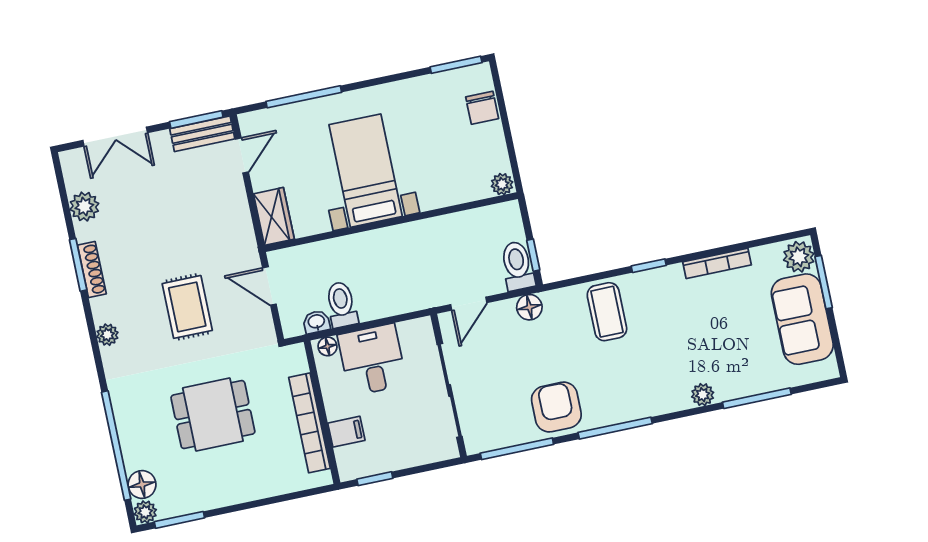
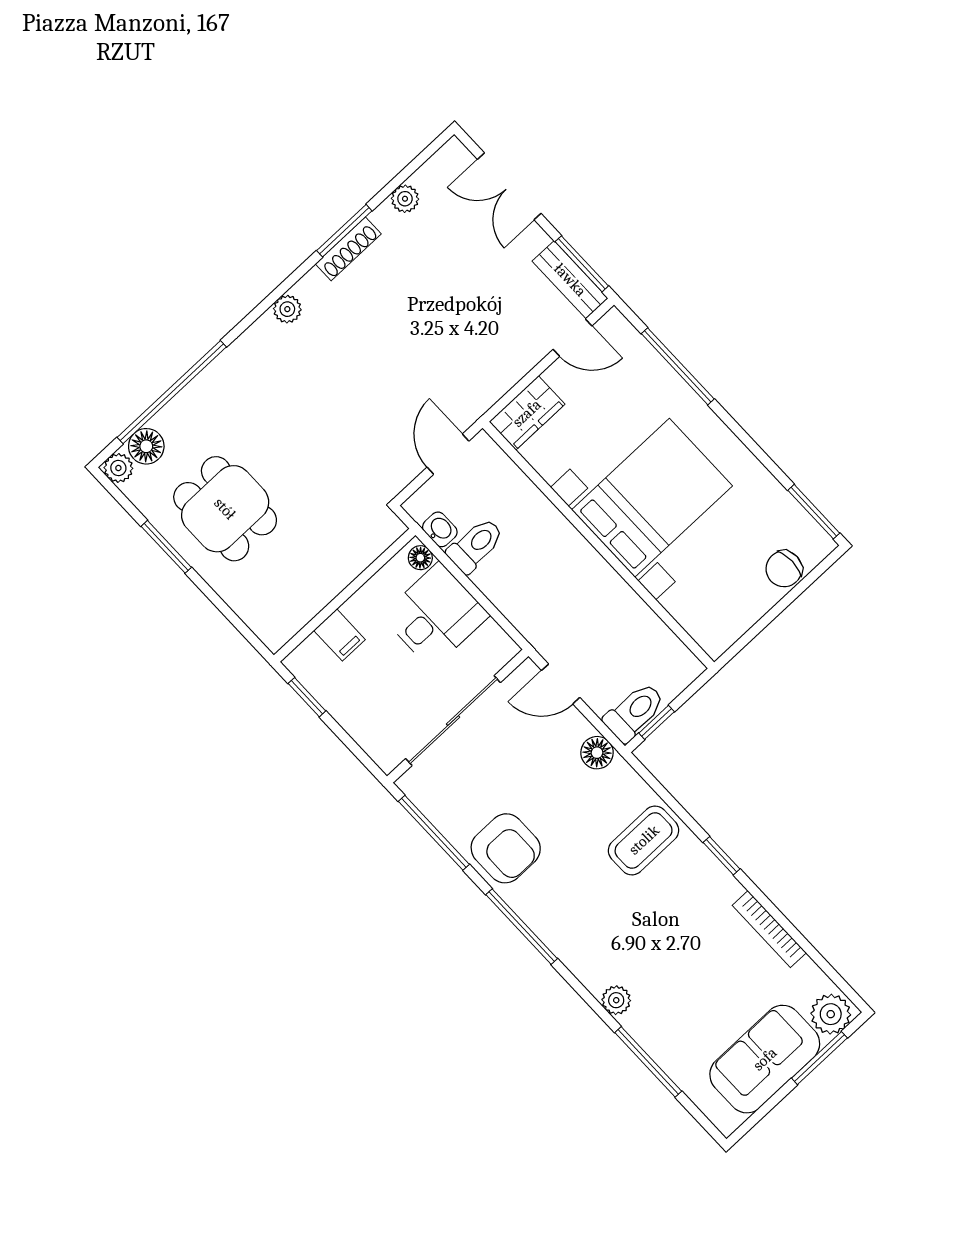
bed with nightstands: (366, 171) -> (652, 498), width x1.36
plant: (502, 184) -> (714, 641), removed
plant: (84, 207) -> (405, 199), width x0.73, depth x0.73
rug: (187, 307) -> (371, 378), removed
armchair: (556, 407) -> (506, 848), turned 90
dining table: (213, 415) -> (225, 509), moved
bookcase: (309, 423) -> (325, 589), removed
window: (179, 520) -> (166, 547), moved

